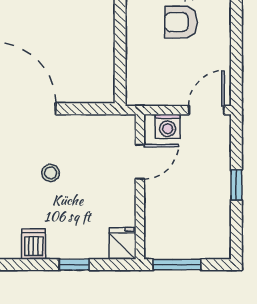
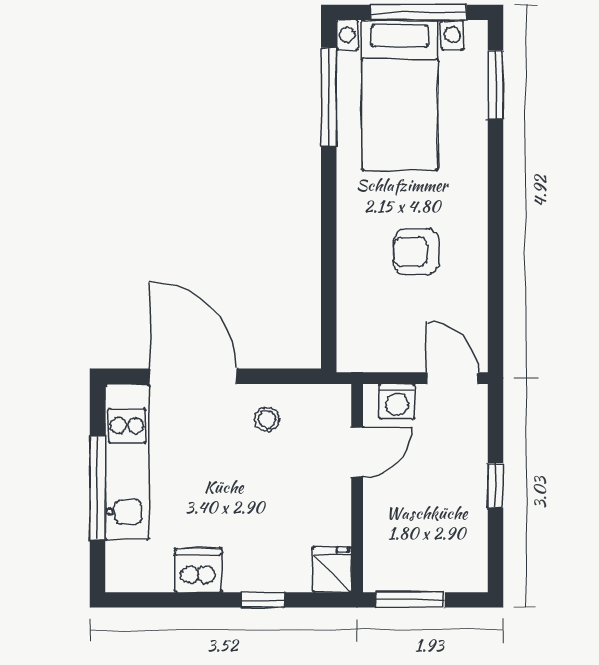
door: (206, 110) -> (452, 378), hinge flipped
stool: (51, 173) -> (267, 419), moved
dishwasher: (34, 244) -> (198, 570), width x1.38

